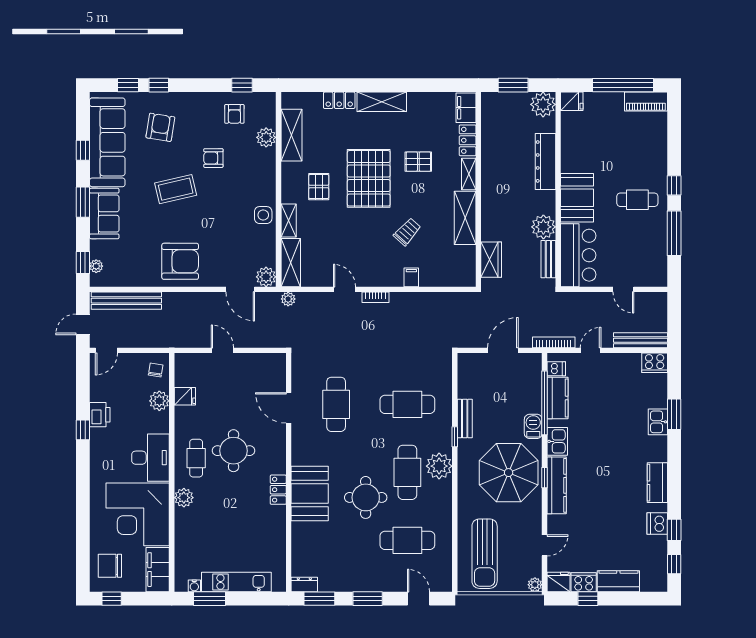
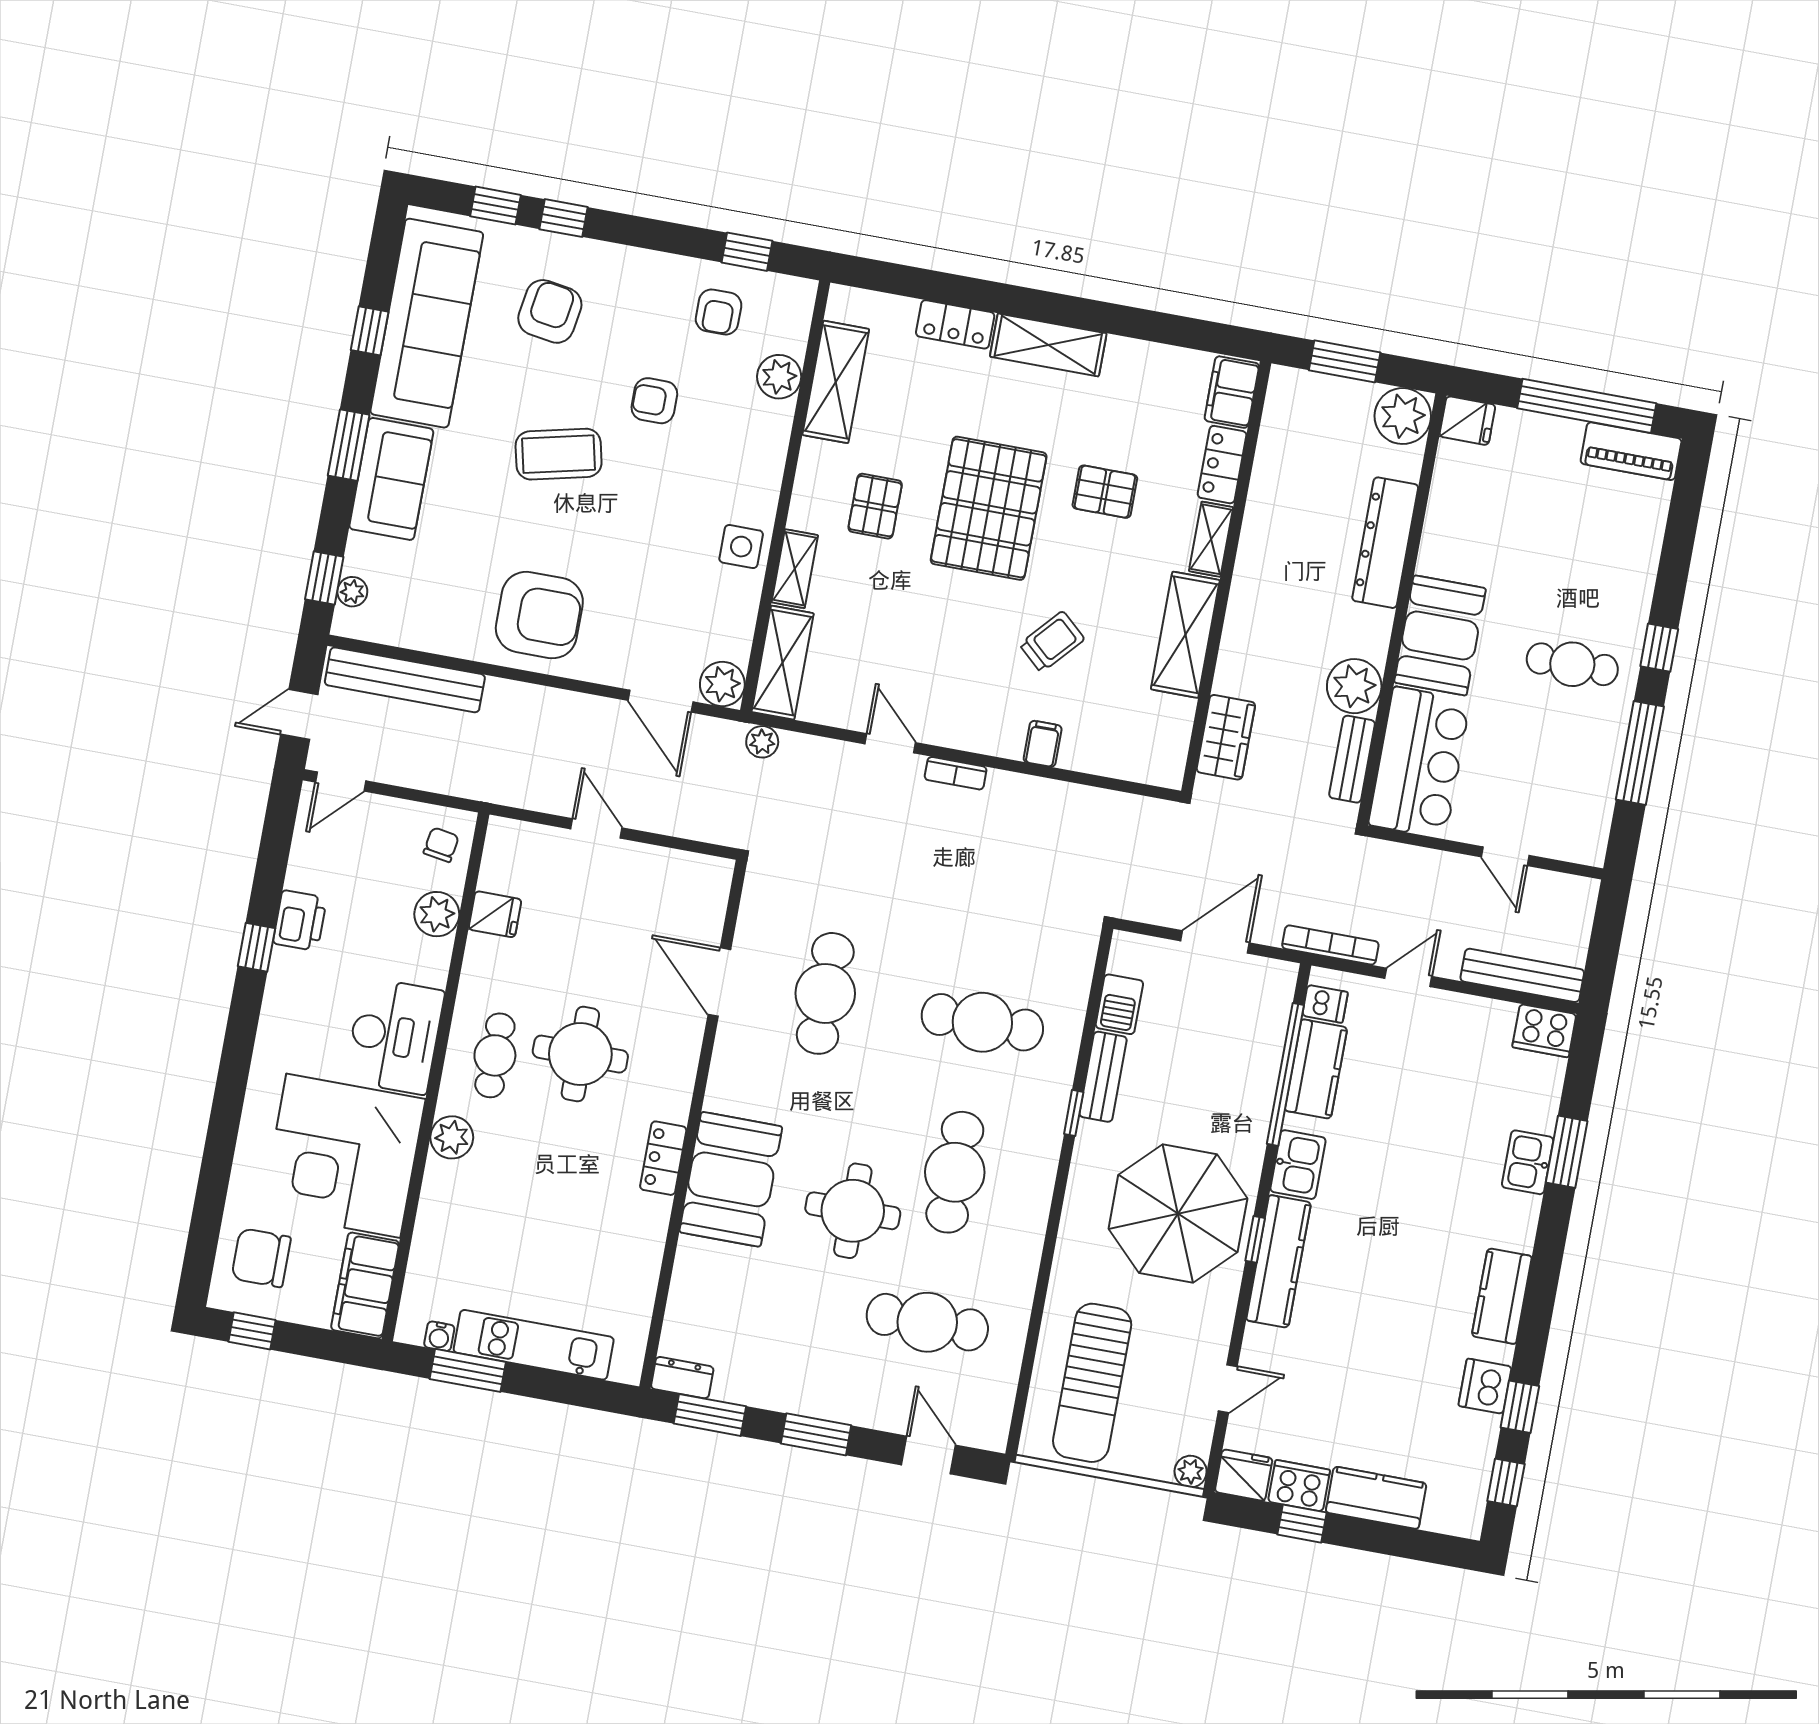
barbecue: (533, 426) -> (1119, 1004), moved, turned 180
plant: (439, 466) -> (1028, 1171), removed

